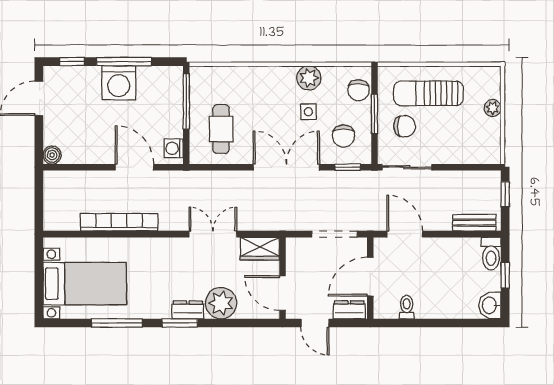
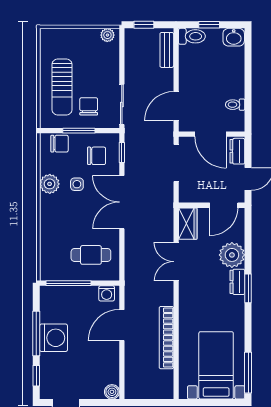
plant: (493, 108) -> (107, 35), moved
window: (117, 323) -> (248, 373), moved

